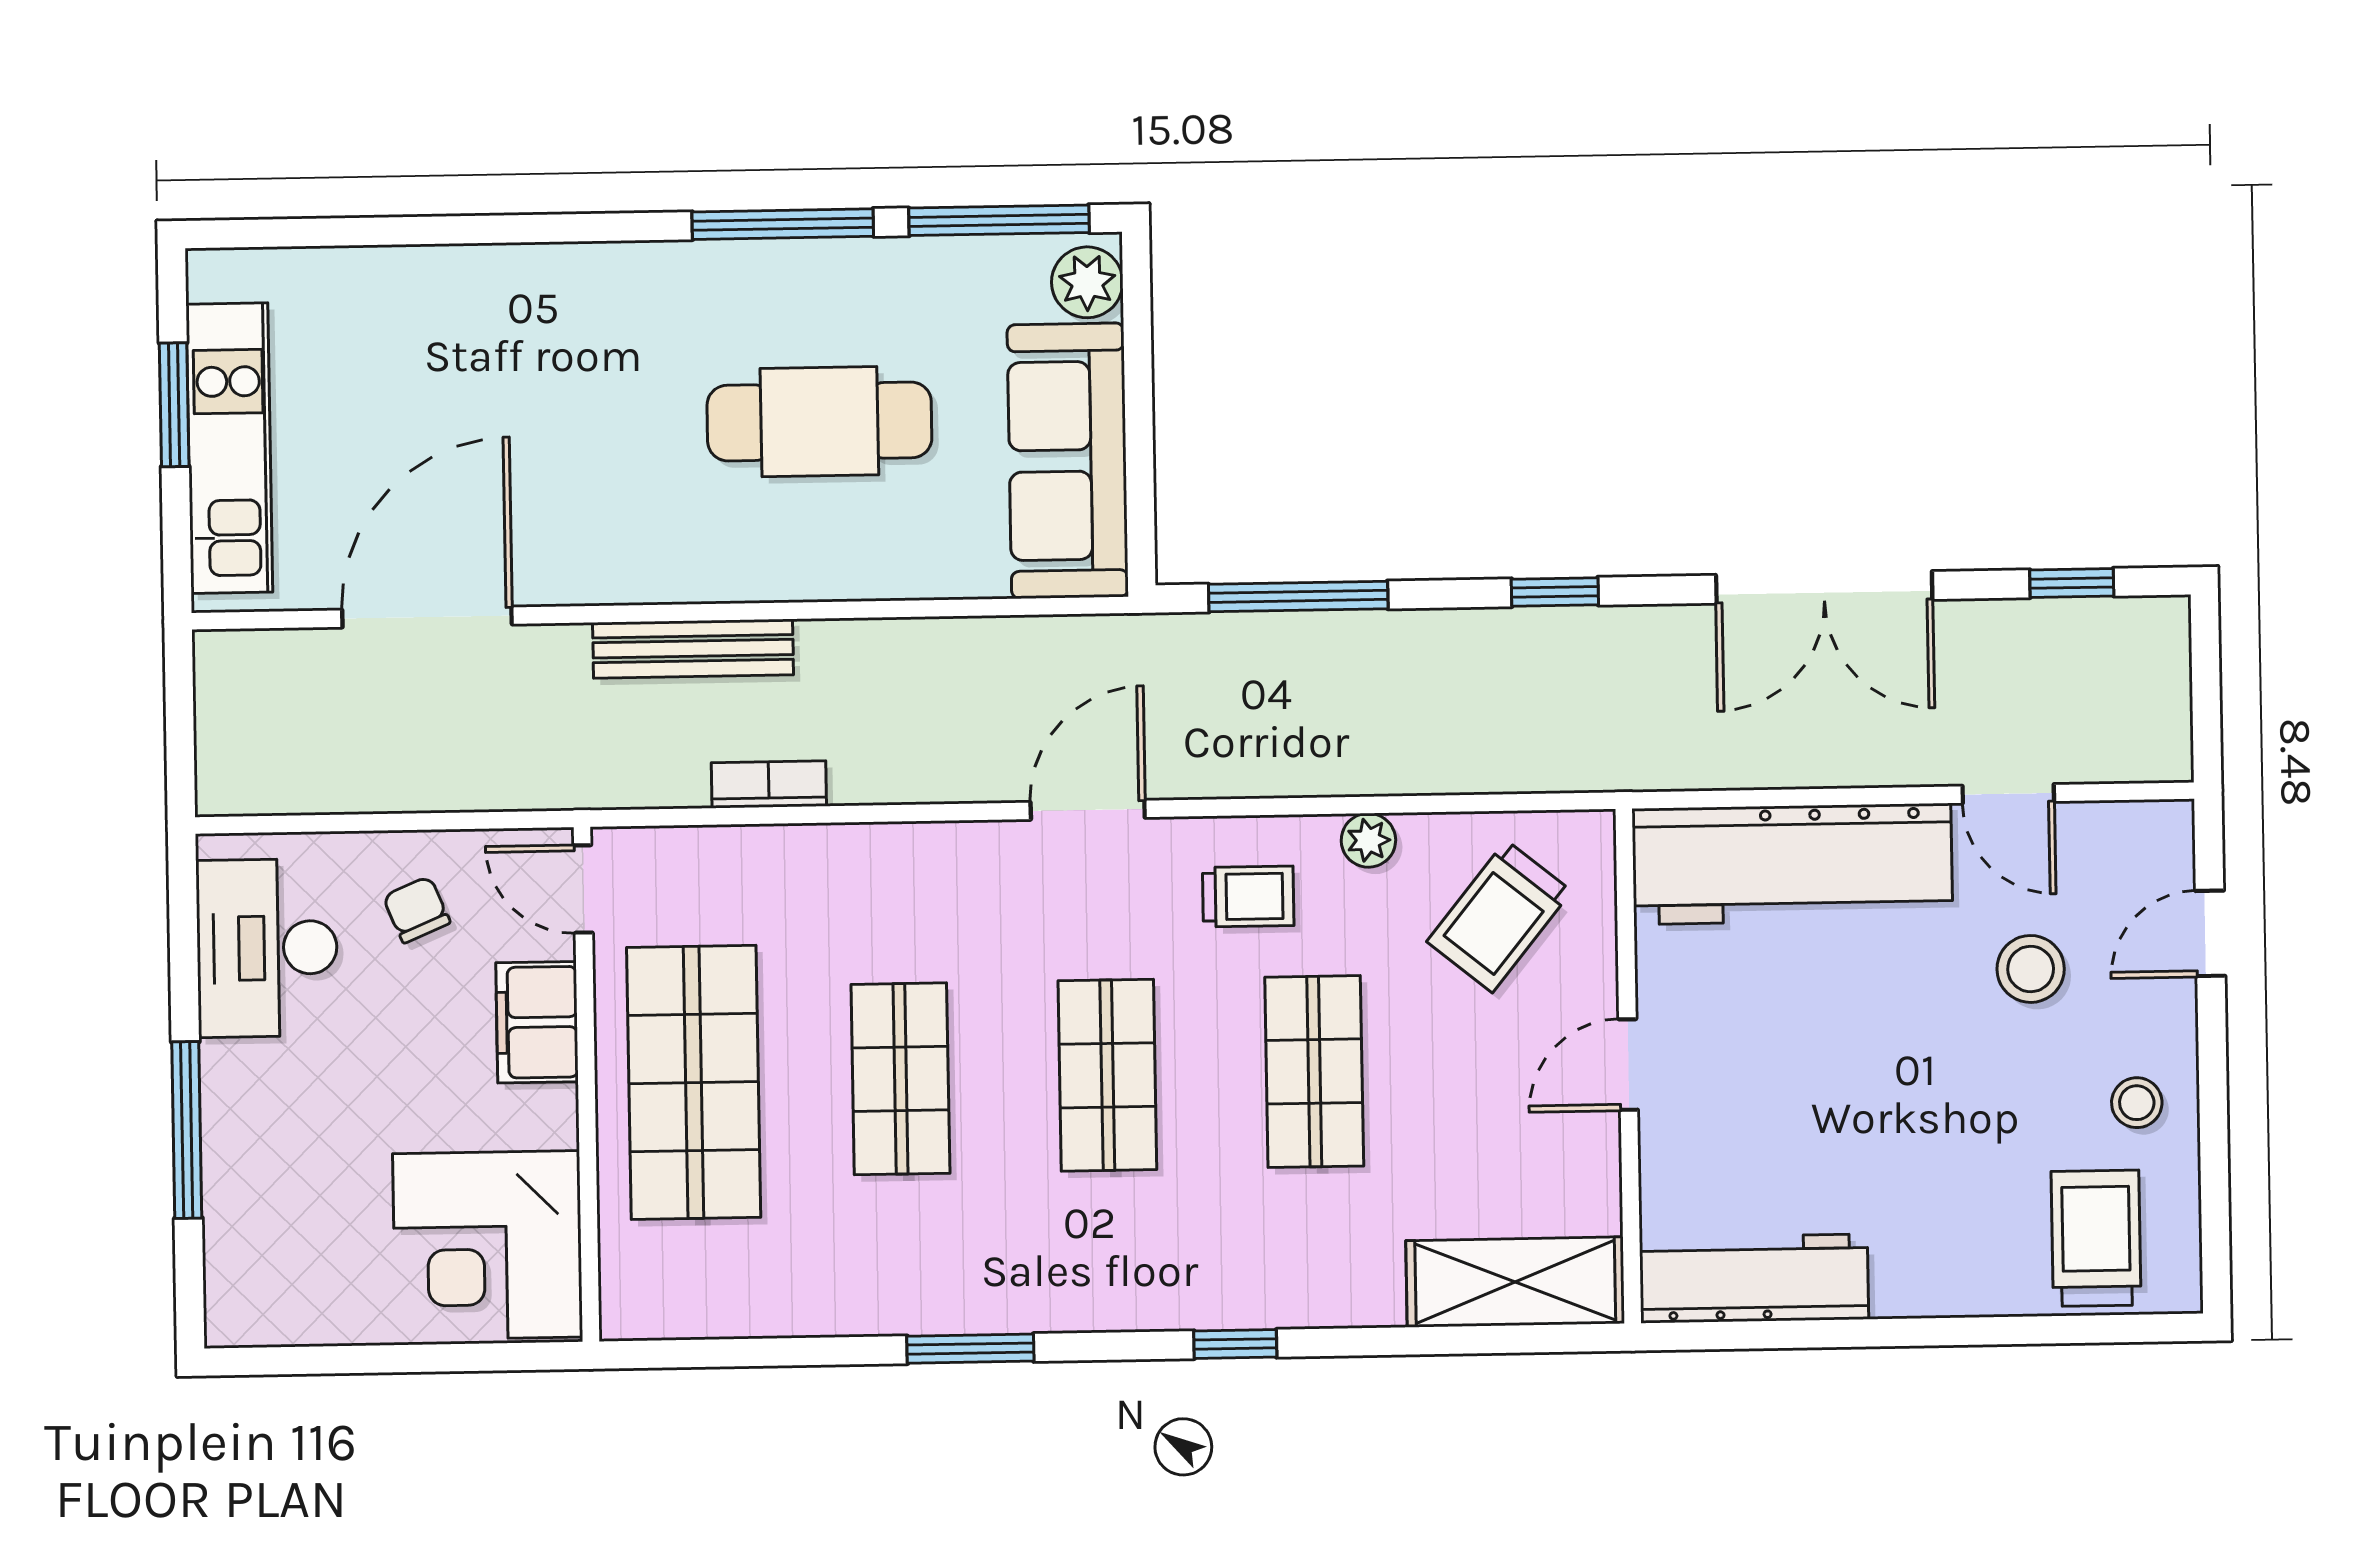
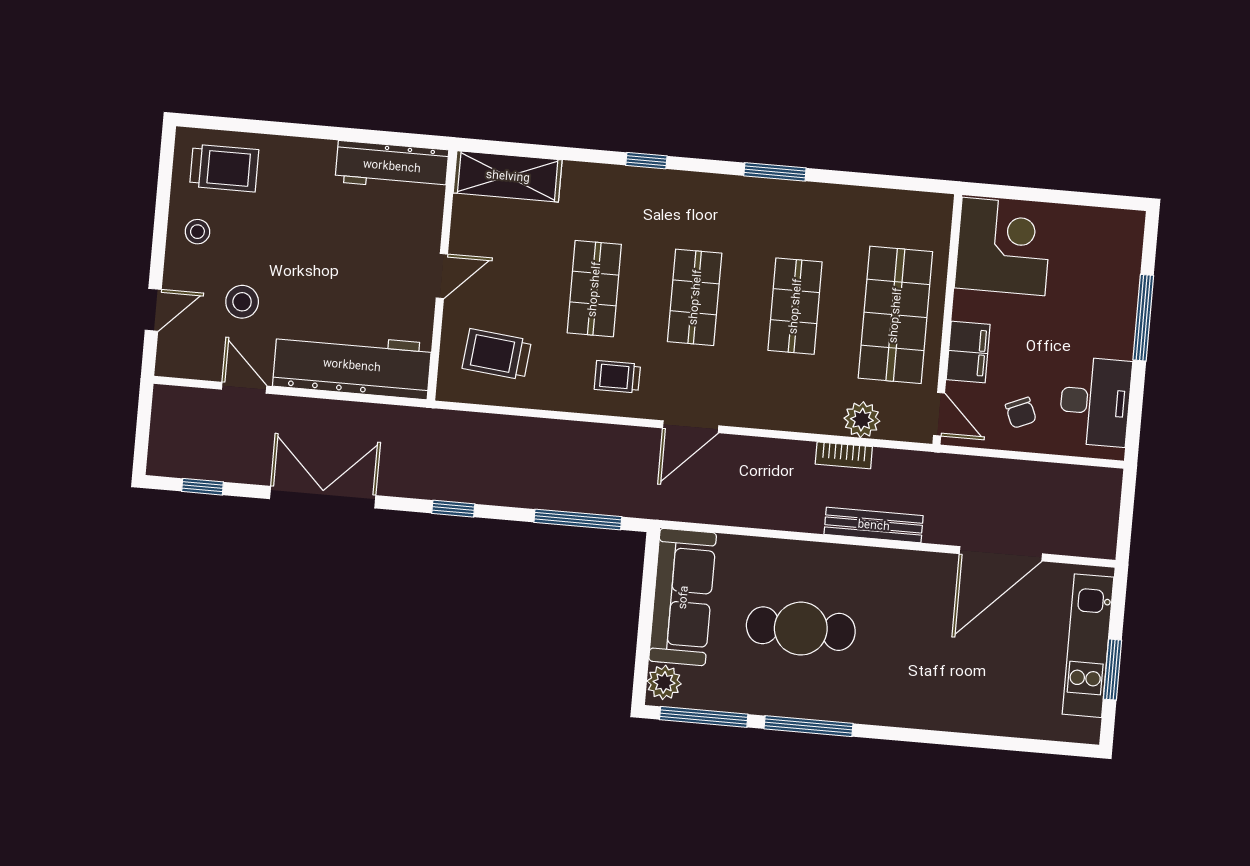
plant: (1368, 840) -> (862, 420), moved, width x1.38, depth x1.38
trolley: (1499, 916) -> (497, 354), turned -123
trolley: (2096, 1238) -> (224, 168), turned -90

